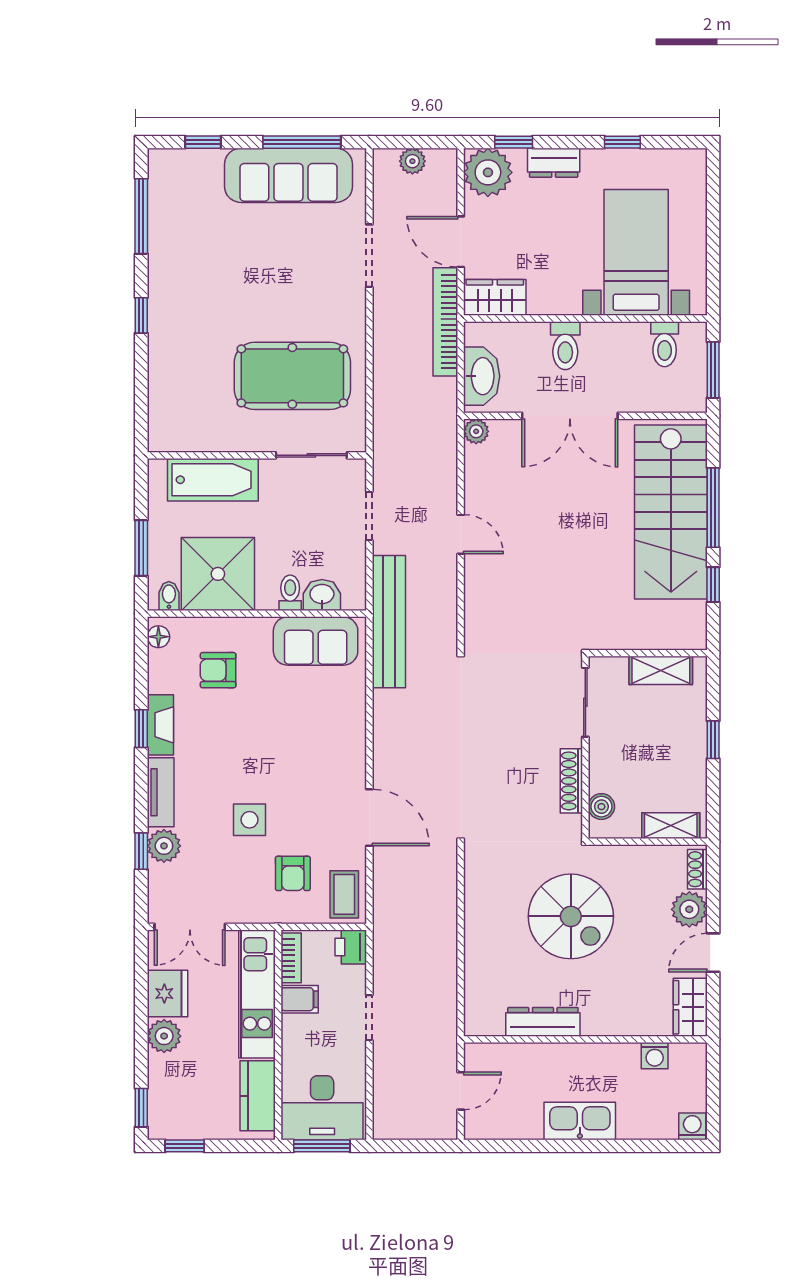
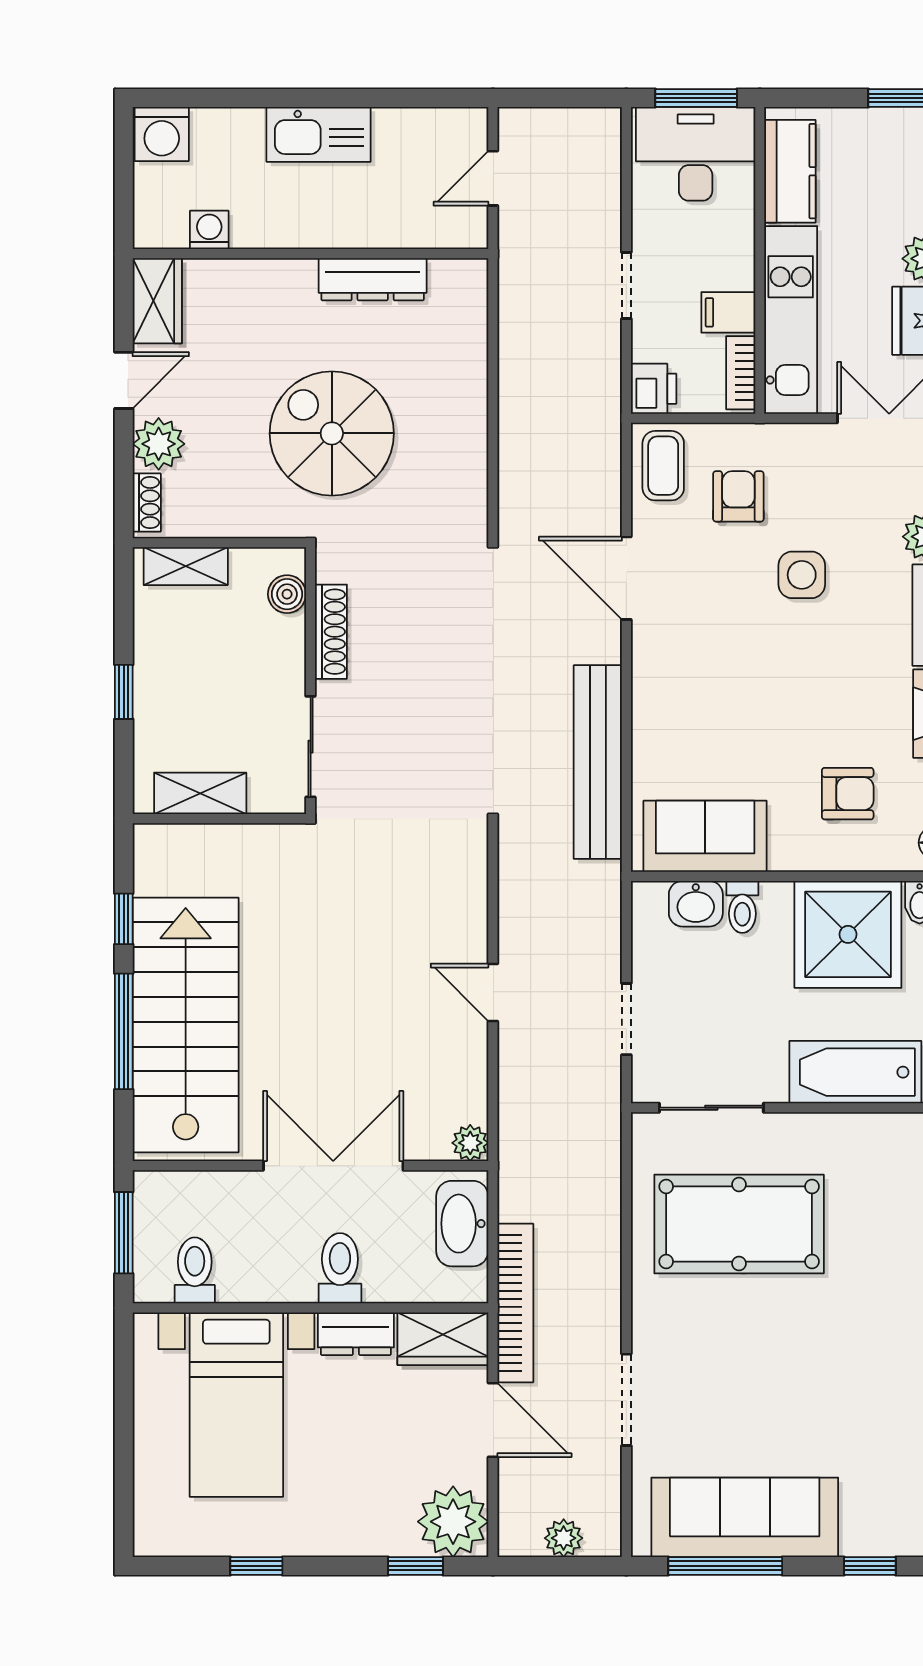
dresser: (554, 163) -> (356, 1334), moved, turned 180
bench: (389, 622) -> (598, 762), moved
washing machine: (692, 1126) -> (162, 134), width x1.38, depth x1.38

